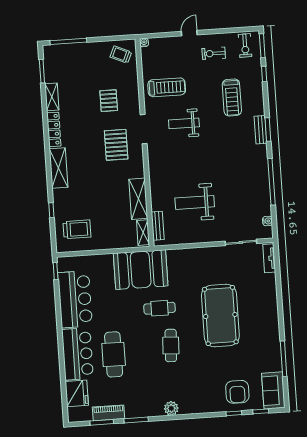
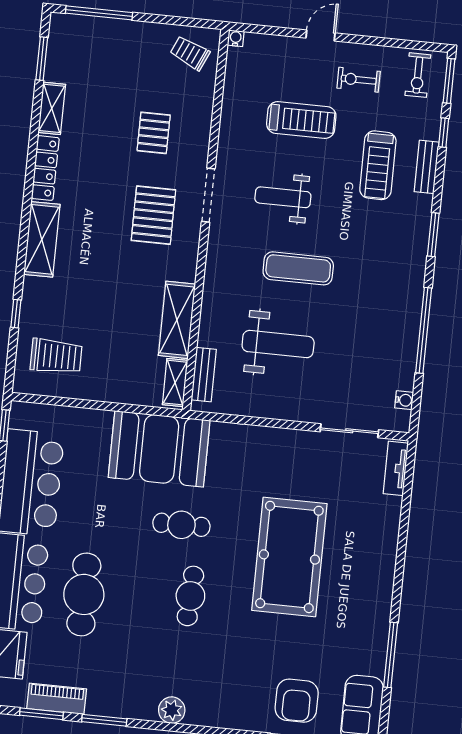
treadmill: (167, 87) -> (301, 120), moved
bench: (261, 130) -> (427, 167), moved
exercise mat: (199, 160) -> (298, 268), added
weight bench: (195, 202) -> (278, 344), turned 180

